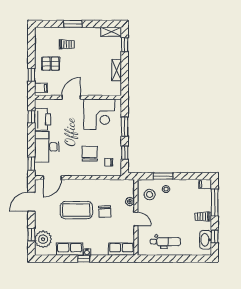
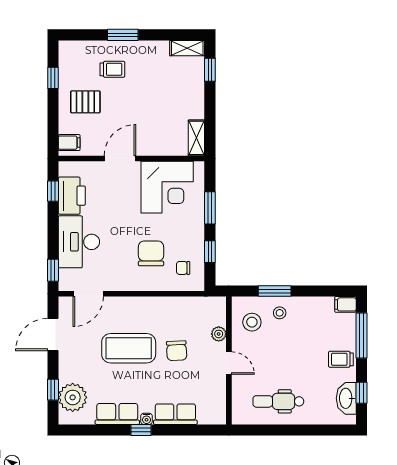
shelving: (117, 70) -> (196, 138), moved
window: (31, 75) -> (53, 78), moved
dental chair: (165, 242) -> (278, 401), turned 180
row of seats: (121, 249) -> (175, 414), moved

